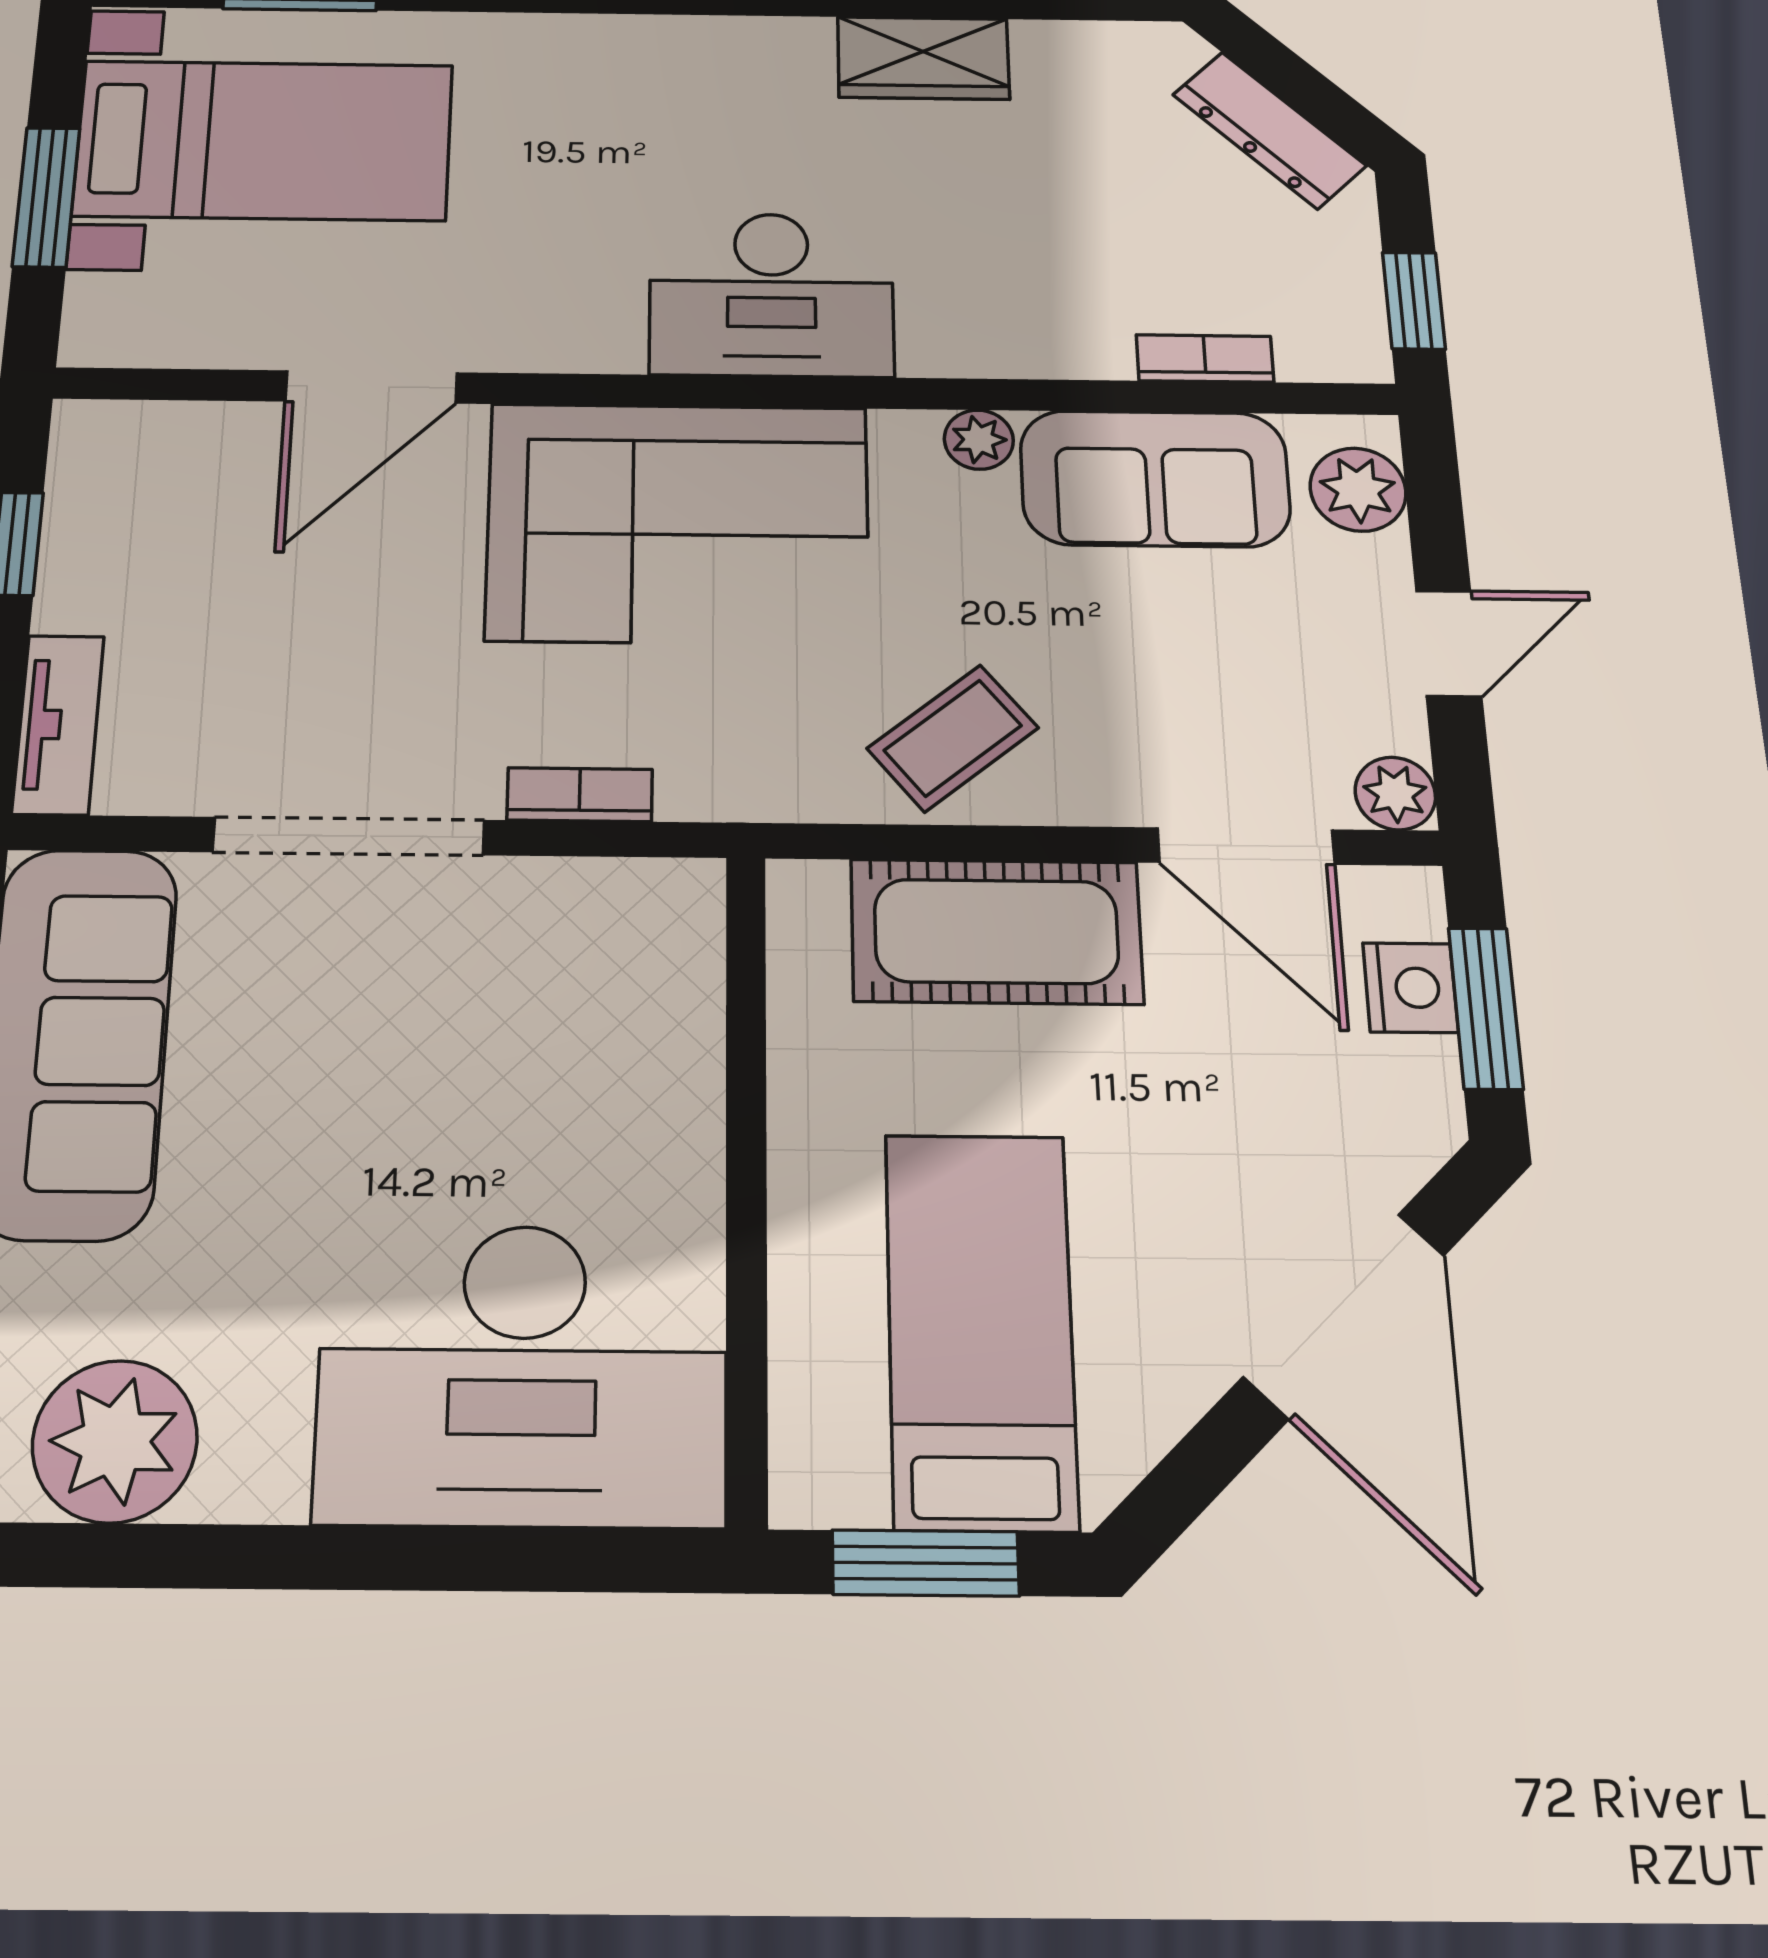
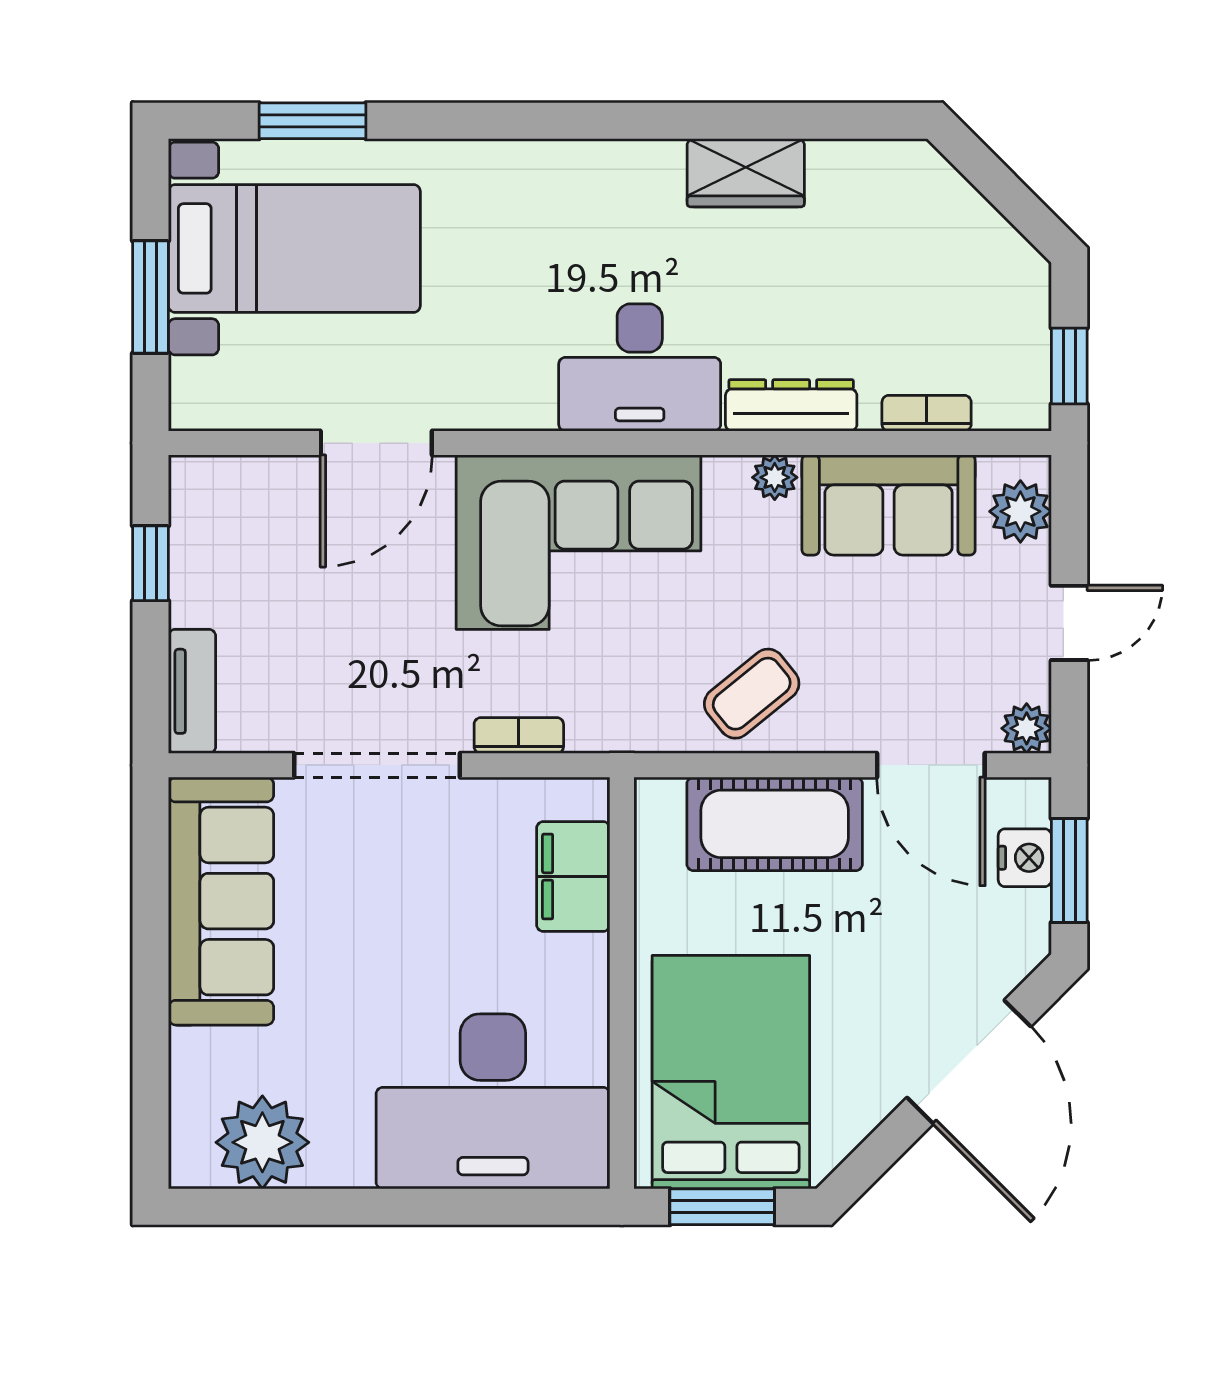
dresser: (1269, 130) -> (791, 405), moved, turned 135
filing cabinet: (665, 1009) -> (573, 876), added
bed: (980, 1329) -> (731, 1072), width x1.50

